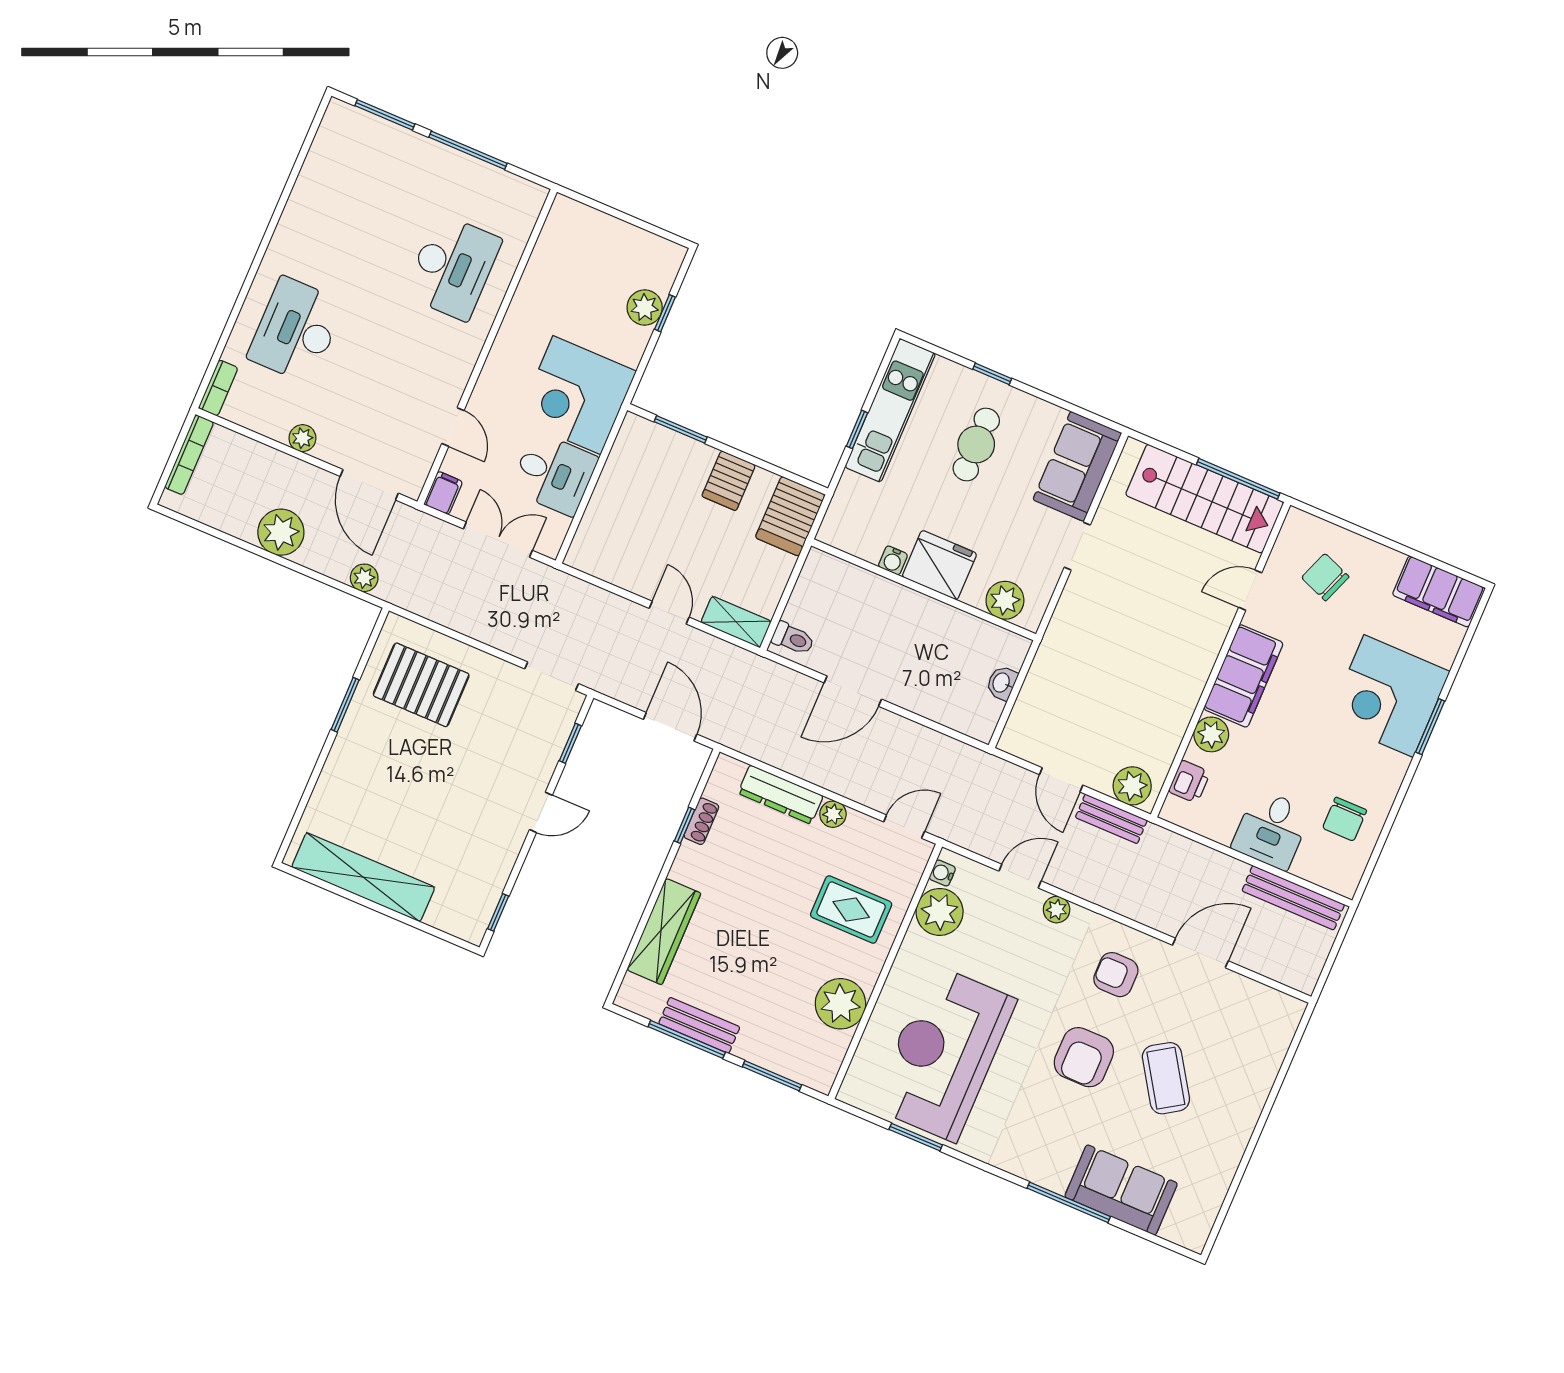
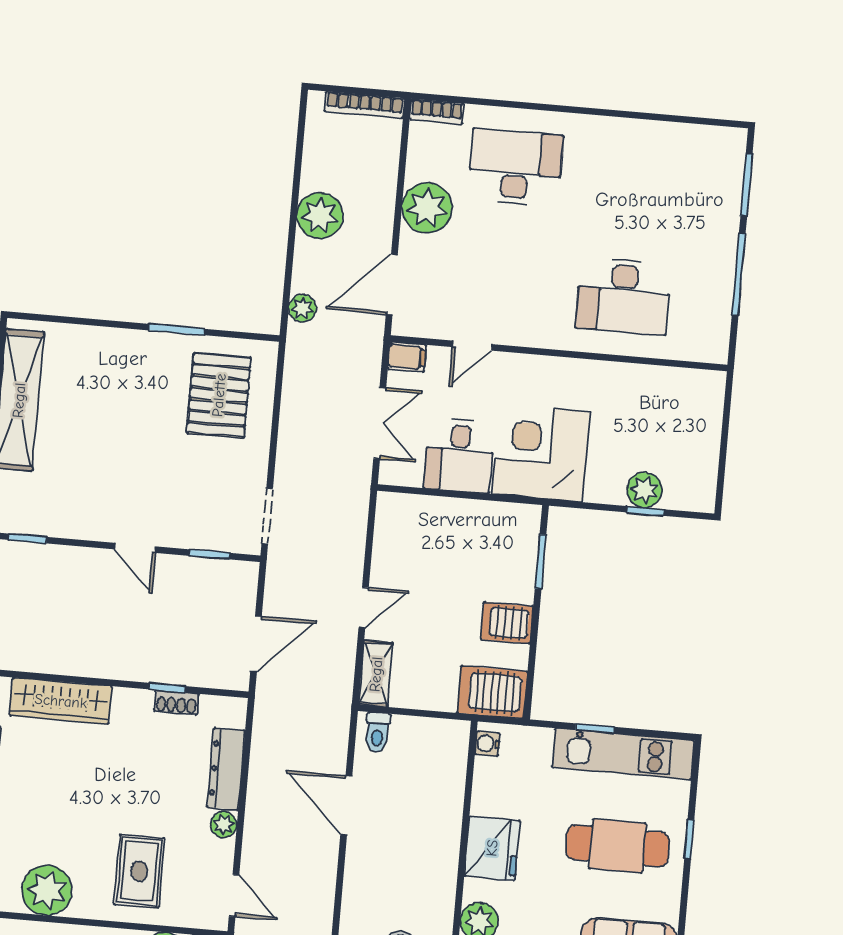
plant: (302, 438) -> (427, 208), width x1.88, depth x1.88
cafe table: (976, 444) -> (618, 846), width x1.37, depth x1.35
water cooler: (893, 560) -> (487, 744), moved

